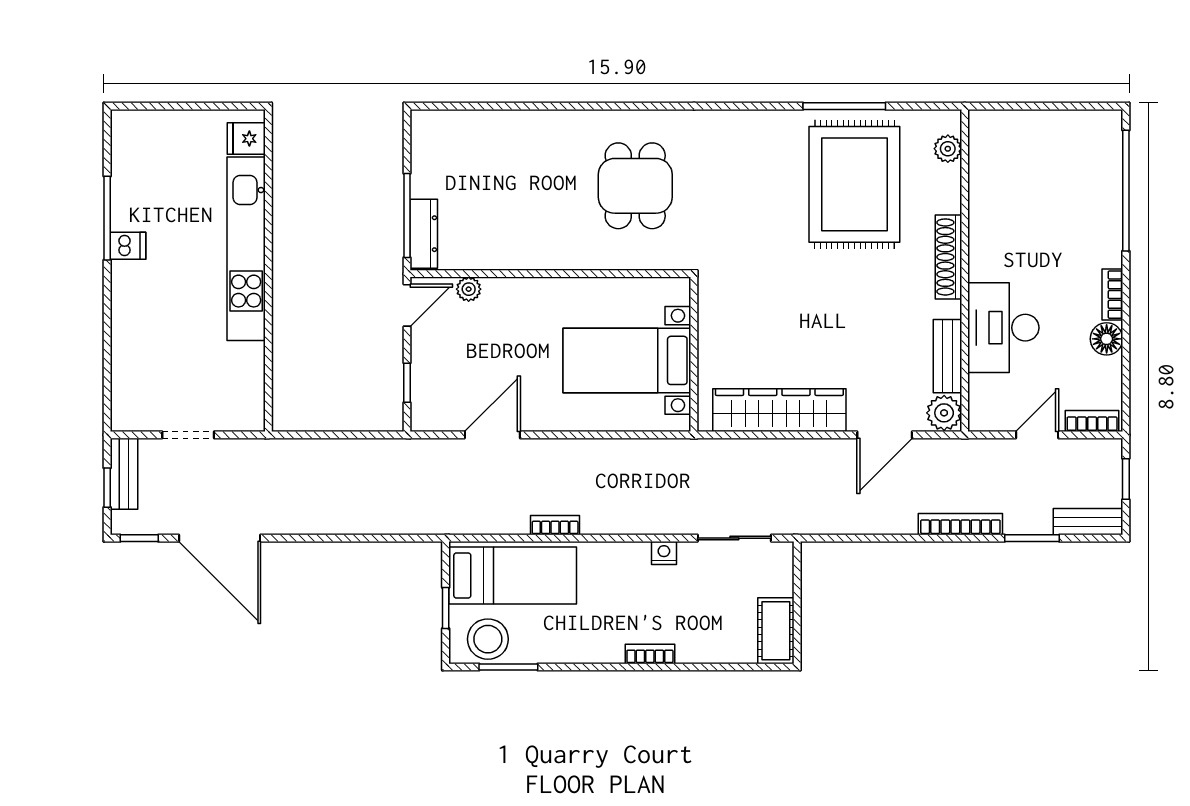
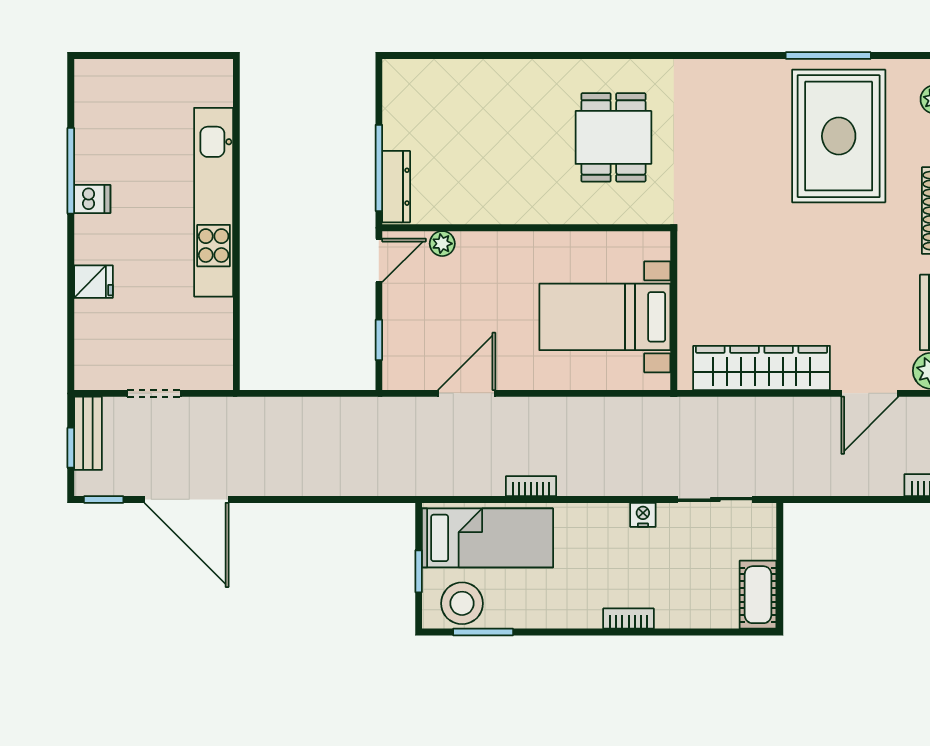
fridge: (246, 139) -> (93, 282), moved, turned 180

